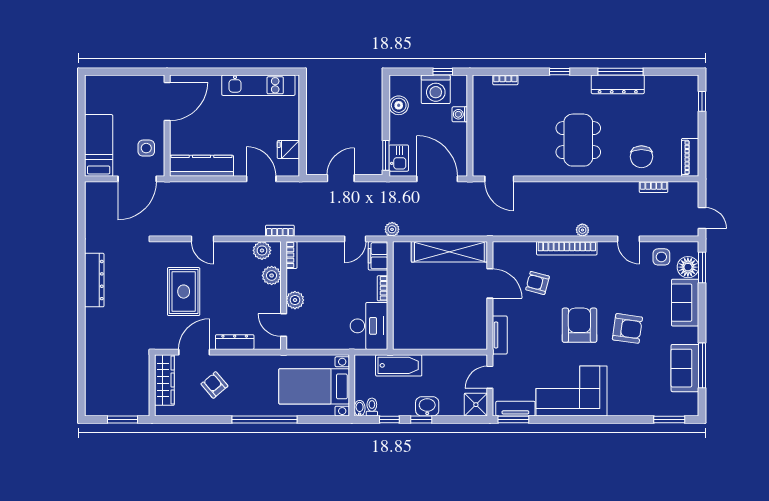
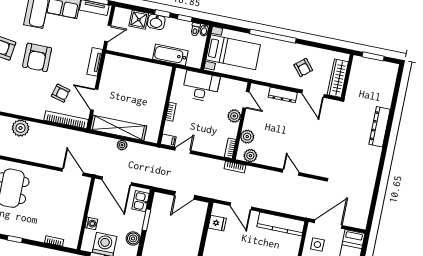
window: (386, 155) -> (146, 220), moved
plant: (392, 229) -> (122, 145), moved
plant: (582, 230) -> (21, 128), width x1.88, depth x1.88
bookcase: (567, 248) -> (66, 120), moved
filing cabinet: (378, 256) -> (168, 140), width x0.50
dresser: (94, 280) -> (379, 127), moved
rug: (184, 292) -> (312, 138), removed
desk: (369, 326) -> (201, 86), moved, turned 90
door: (194, 352) -> (313, 94), hinge flipped
shower: (476, 405) -> (139, 20), moved

